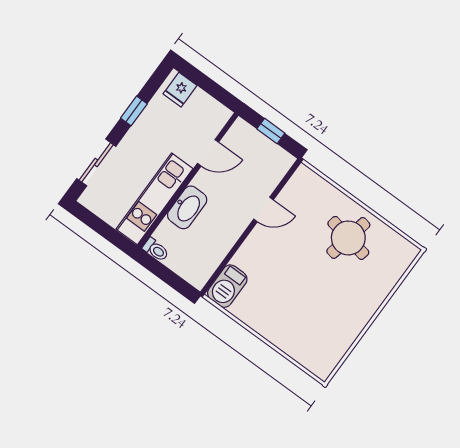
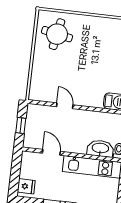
washbasin: (187, 207) -> (100, 148), moved
round table: (348, 238) -> (57, 34), moved

